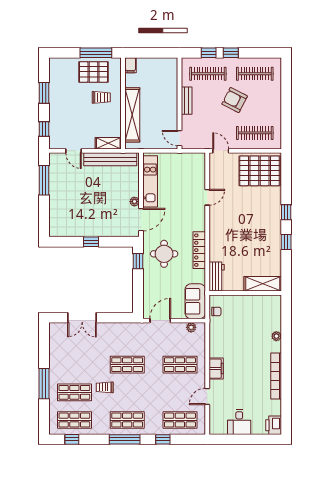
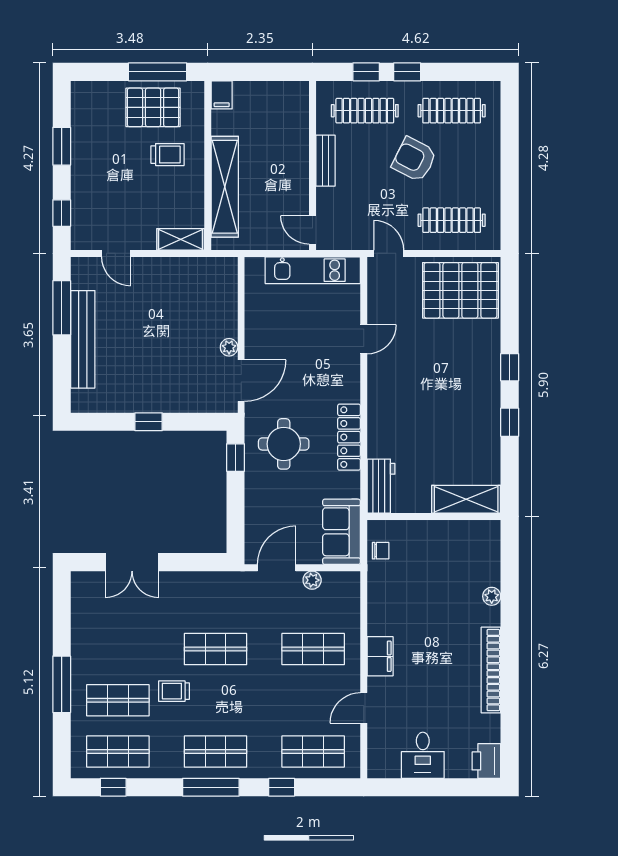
bench: (110, 159) -> (83, 339), moved, turned 90
kitchen unit: (150, 181) -> (313, 270), moved, turned 90
plant: (191, 327) -> (312, 580), moved

